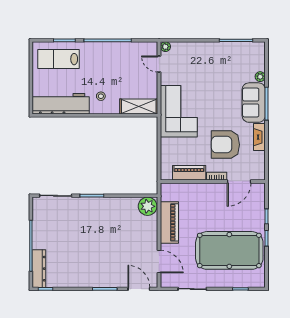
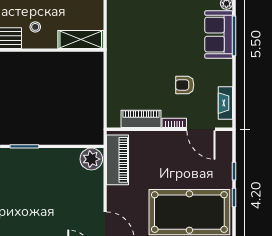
corner sofa: (179, 111) -> (129, 45), removed
fireplace: (259, 137) -> (225, 103), moved
armchair: (225, 145) -> (185, 85), width x0.53, depth x0.53
door: (239, 181) -> (201, 129), hinge flipped
piano: (169, 222) -> (117, 160), moved

